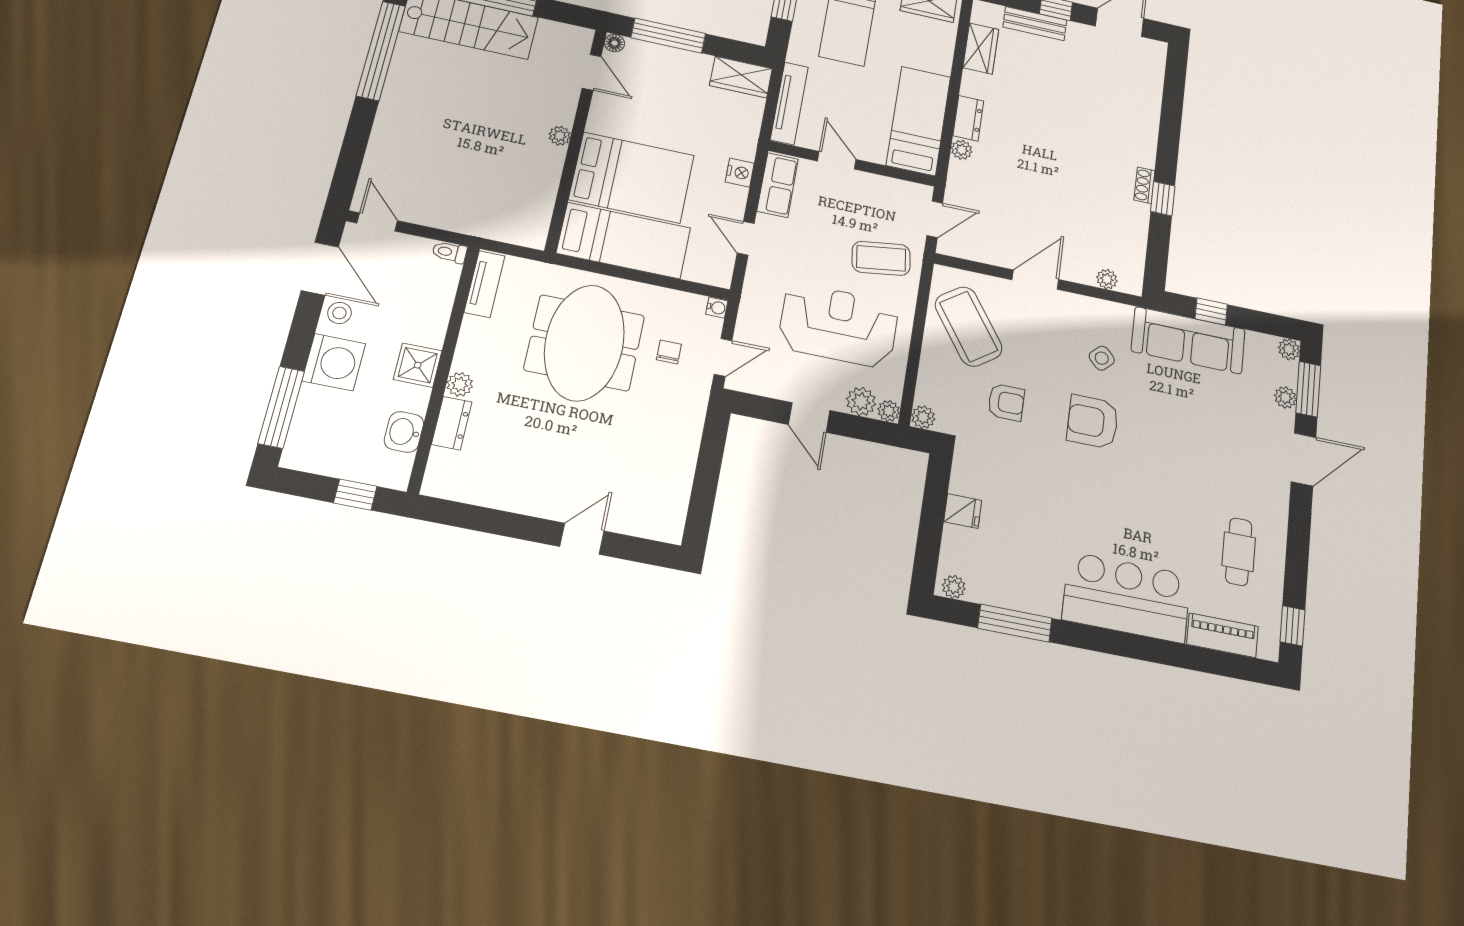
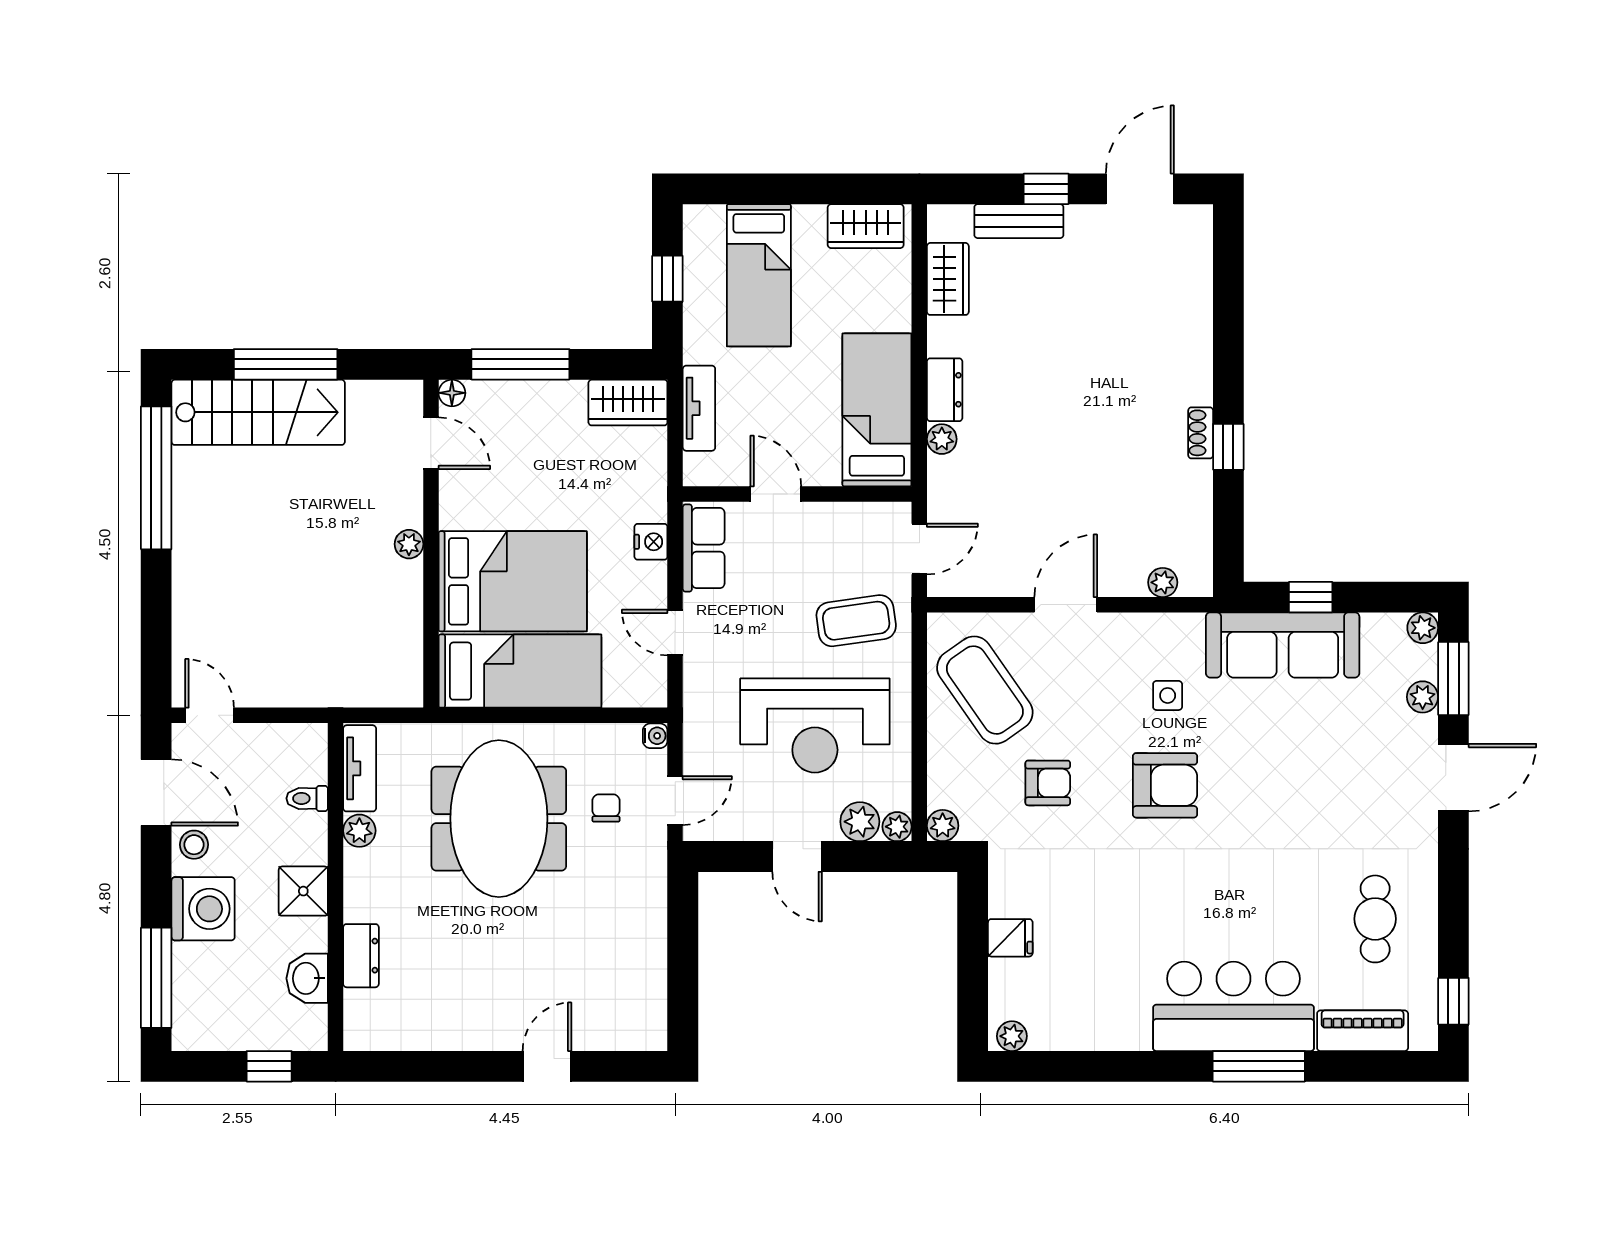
tv unit: (789, 103) -> (699, 408), width x0.71
toilet: (449, 252) -> (307, 798), moved
reception desk: (839, 325) -> (815, 726), turned 180
side table: (1102, 358) -> (1168, 695), turned 45
plant: (460, 384) -> (359, 831), moved
armchair: (1093, 422) -> (1165, 785), turned 180
window: (1015, 623) -> (1259, 1066), moved

